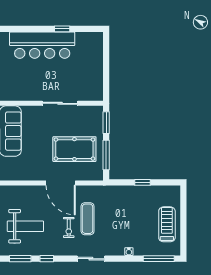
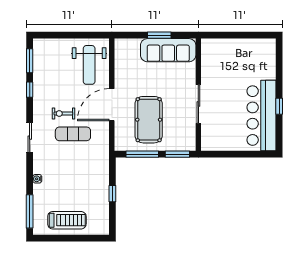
bar counter: (42, 45) -> (262, 116), moved
weight bench: (25, 226) -> (89, 65), moved

